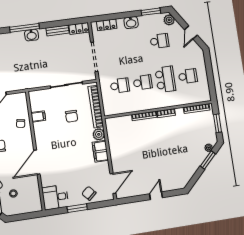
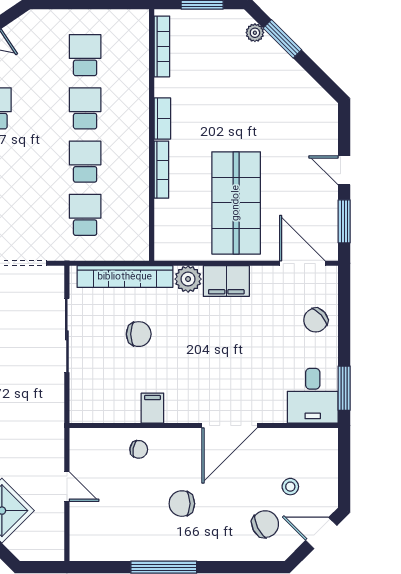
school desk: (165, 79) -> (85, 108), width x0.54
filing cabinet: (38, 116) -> (152, 408), moved
shop shelf: (135, 151) -> (236, 203), added
door: (37, 162) -> (229, 425), hinge flipped
window: (134, 199) -> (344, 221), added
window: (77, 208) -> (344, 388), moved

